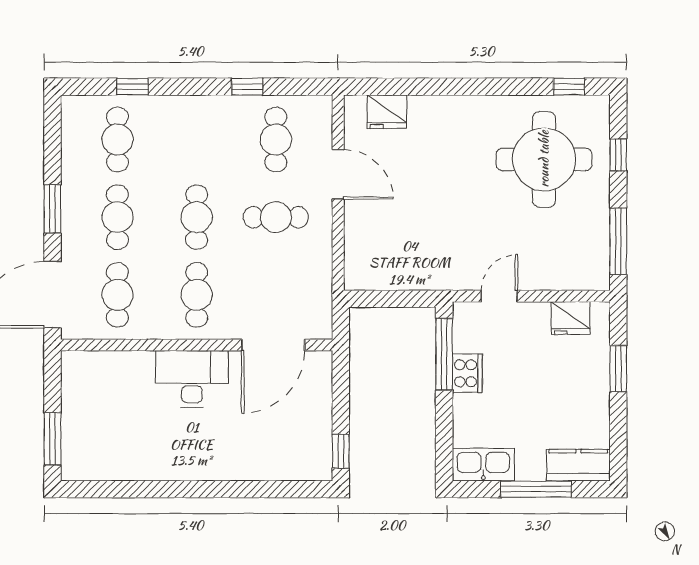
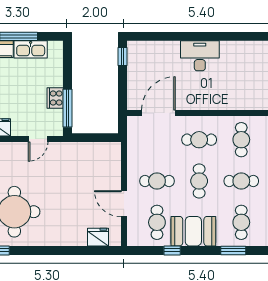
window: (133, 87) -> (233, 250), width x1.50
booth: (208, 123) -> (193, 231), added
cafe table: (117, 217) -> (241, 181), turned 90
cafe table: (197, 295) -> (199, 140), turned 90
desk: (192, 379) -> (200, 56), moved, turned 180
kitchen sink: (483, 465) -> (31, 49), moved

